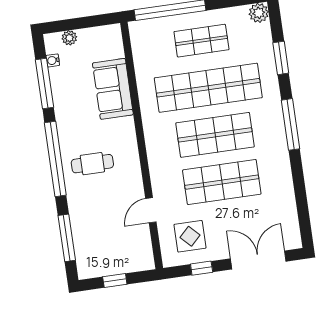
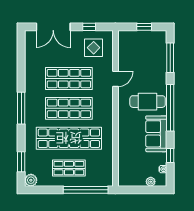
window: (281, 58) -> (21, 162), moved
window: (44, 84) -> (170, 156), width x0.46
sofa: (113, 89) -> (156, 134), moved, turned 180
cafe table: (92, 164) -> (148, 102), width x1.37, depth x1.35
door: (151, 210) -> (115, 79), moved

